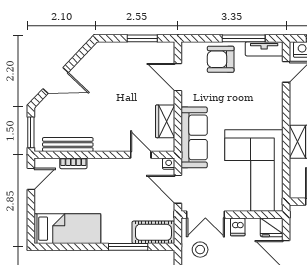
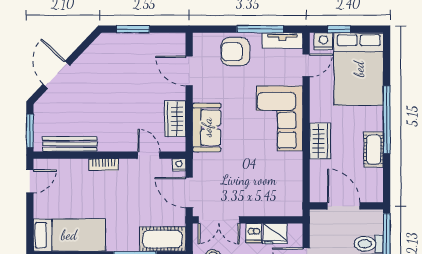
window: (142, 38) -> (133, 29), moved
door: (56, 81) -> (56, 75), swing flipped
sofa: (194, 137) -> (207, 127), width x0.73
bookcase: (73, 163) -> (104, 164), moved
corner sofa: (254, 170) -> (280, 118), moved, width x0.73, depth x0.74
fridge: (272, 227) -> (275, 234), moved

